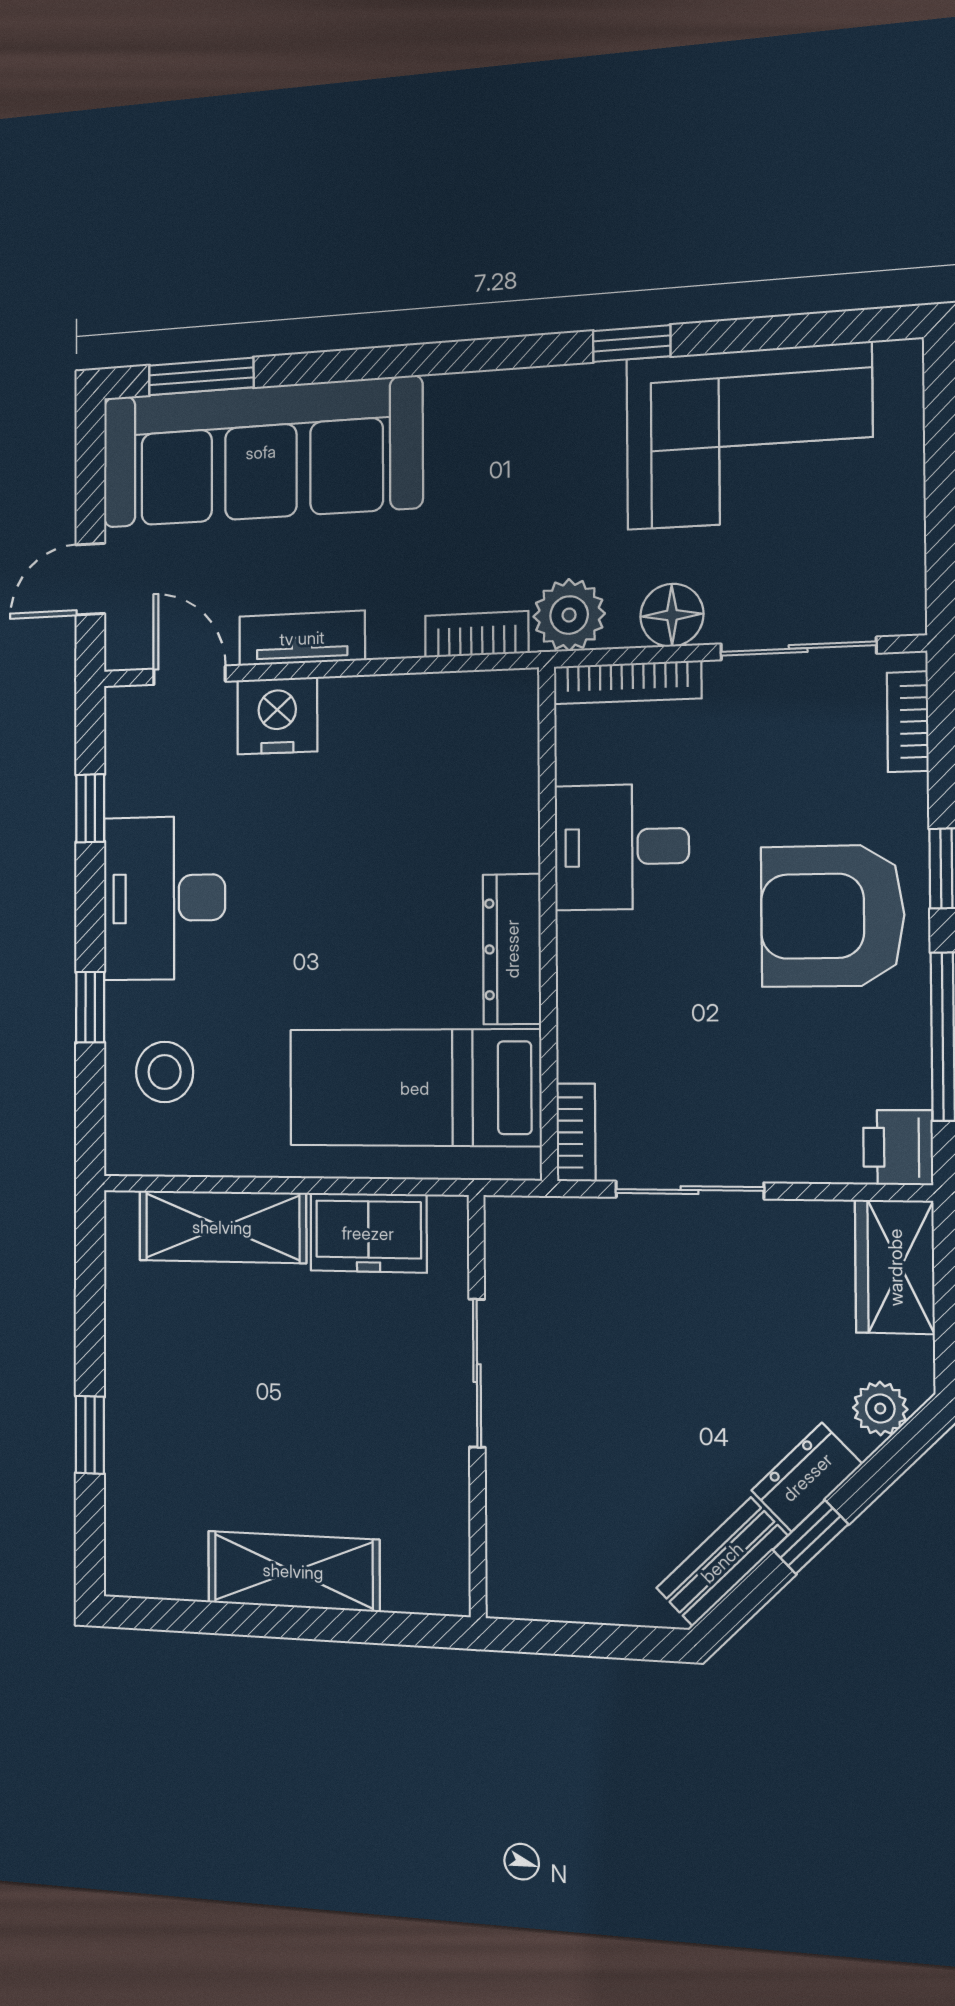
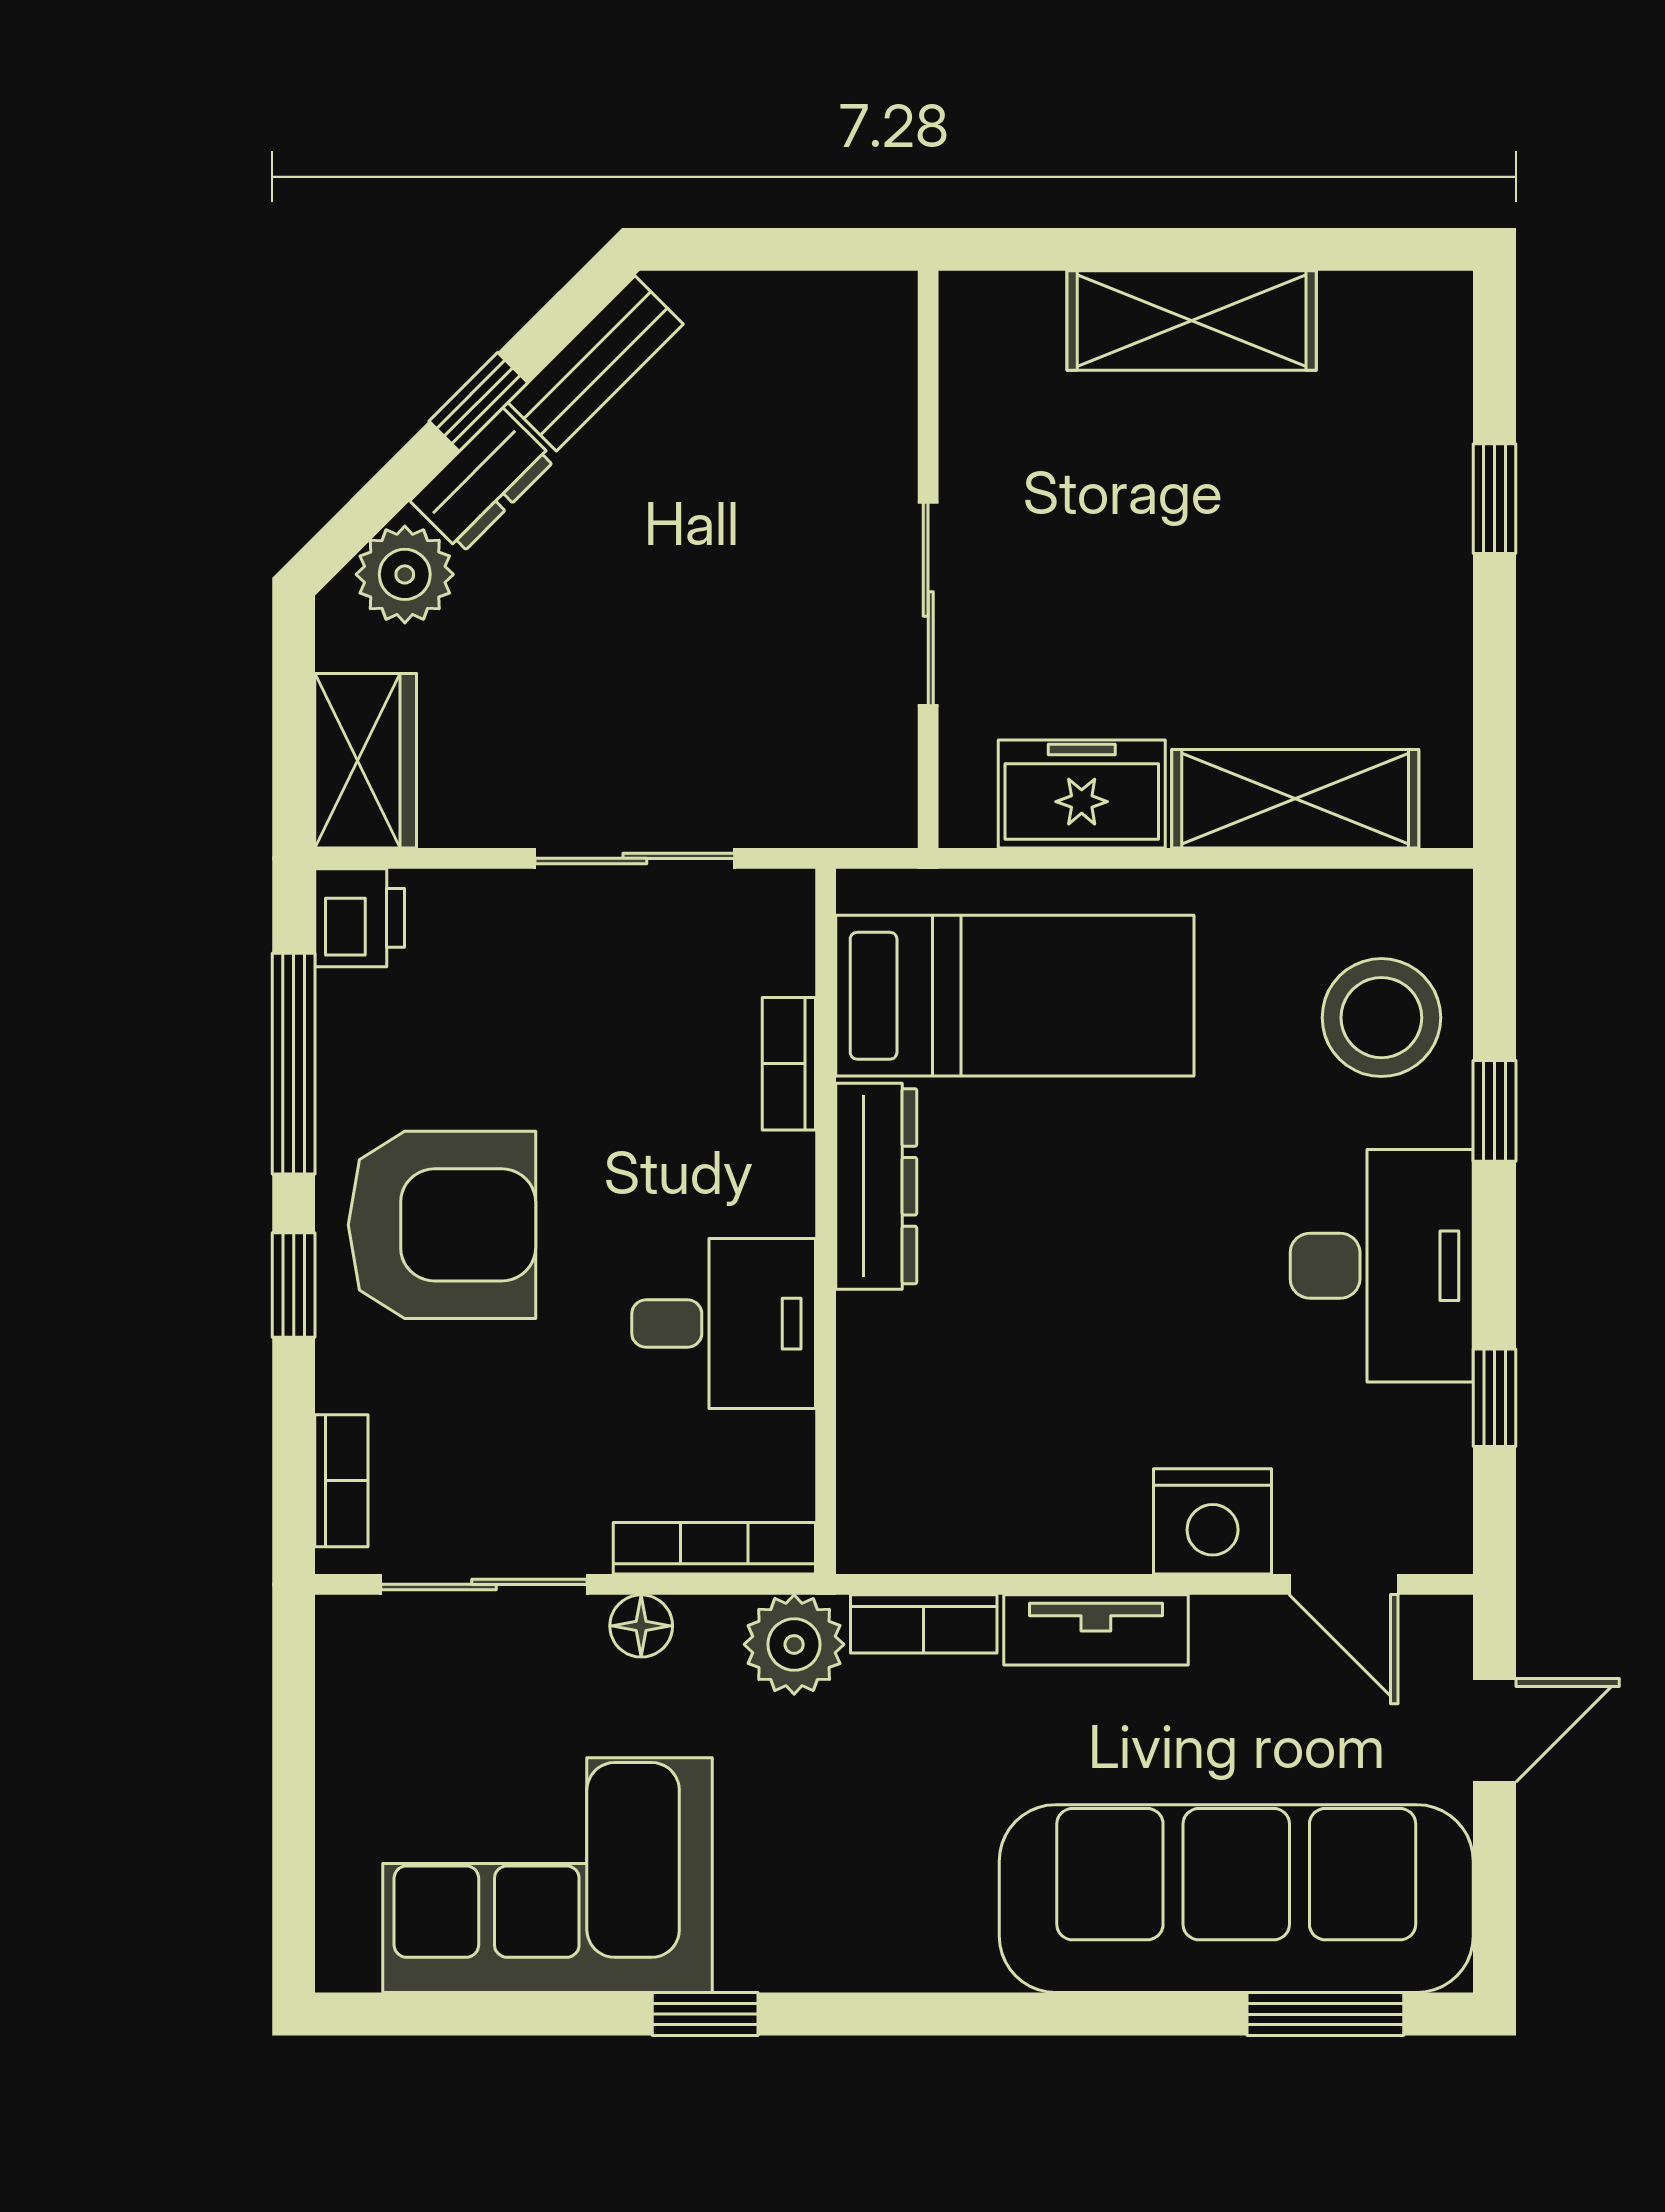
floor lamp: (672, 615) -> (641, 1626), width x0.73, depth x0.73
tv unit: (302, 638) -> (1096, 1630), moved
stool: (165, 1072) -> (1381, 1018), width x1.38, depth x1.38
bookcase: (576, 1132) -> (789, 1064), moved
plant: (880, 1408) -> (405, 574), width x1.38, depth x1.38

